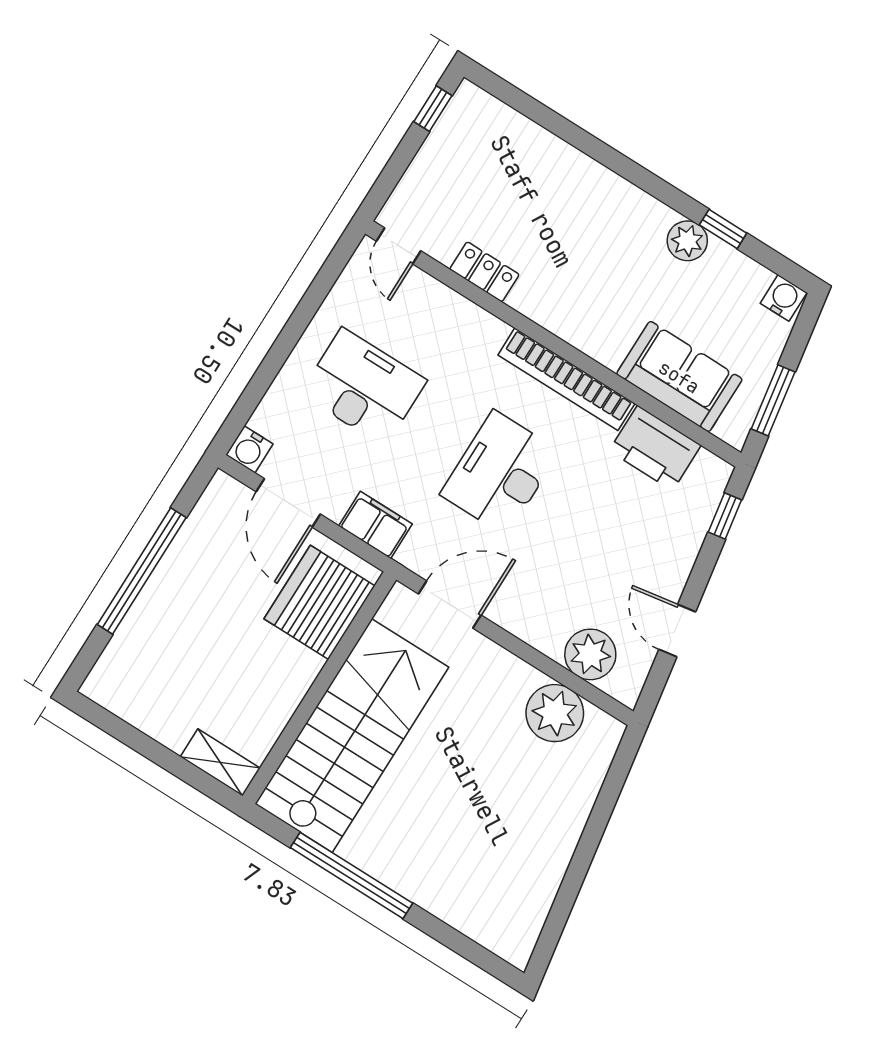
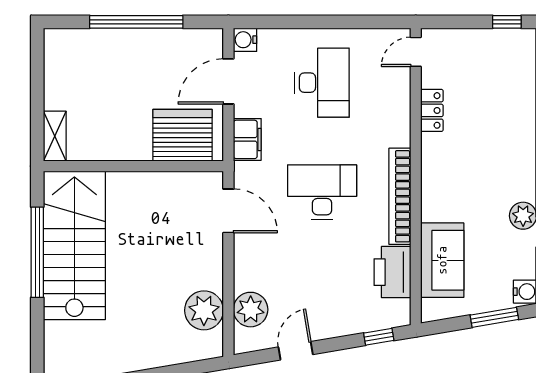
window: (773, 400) -> (494, 317), moved
stairs: (352, 736) -> (74, 245), moved, turned -90

